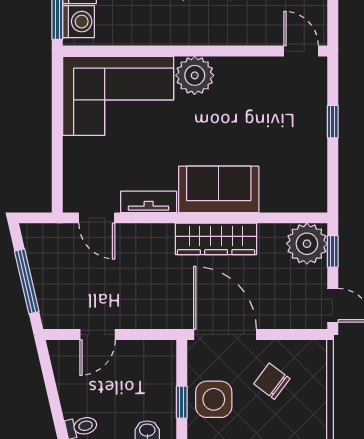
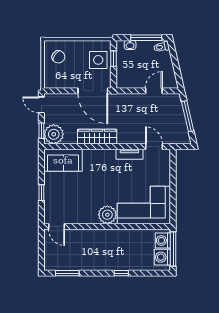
sofa: (219, 189) -> (63, 160), moved
chair: (272, 381) -> (58, 57), moved

